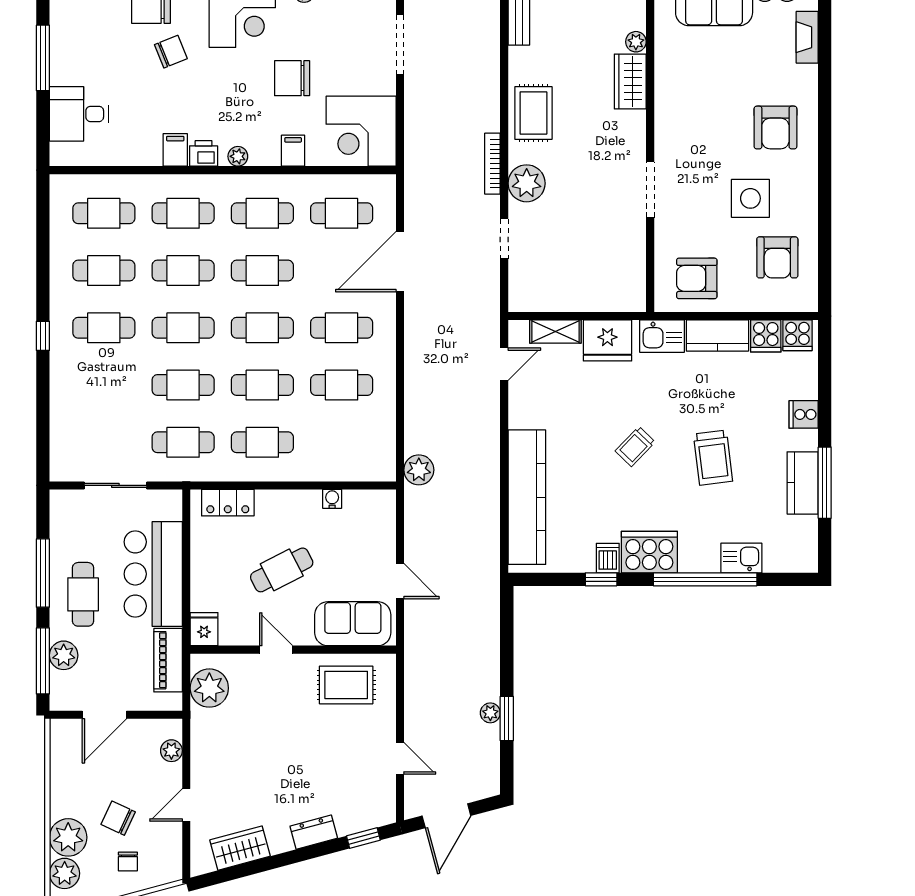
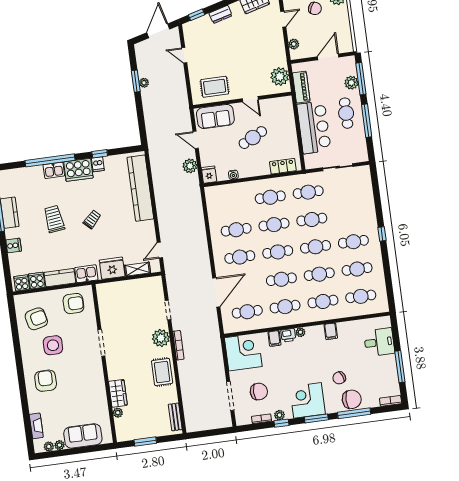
chair: (292, 78) -> (259, 392), moved
printer: (204, 153) -> (288, 335), moved
armchair: (777, 257) -> (36, 319), turned 77
plant: (419, 470) -> (190, 166), moved
kitchen sink: (741, 558) -> (54, 170), moved
fridge: (204, 629) -> (209, 175), moved, turned 180

